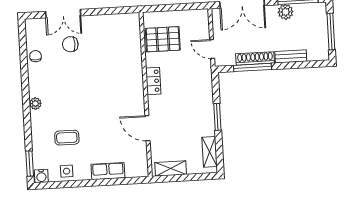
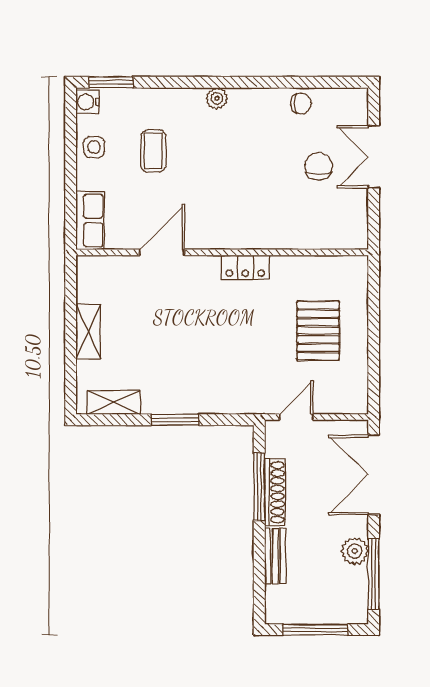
locker: (153, 81) -> (245, 267), moved
wall: (146, 94) -> (222, 252), moved
door: (148, 128) -> (162, 252), moved

